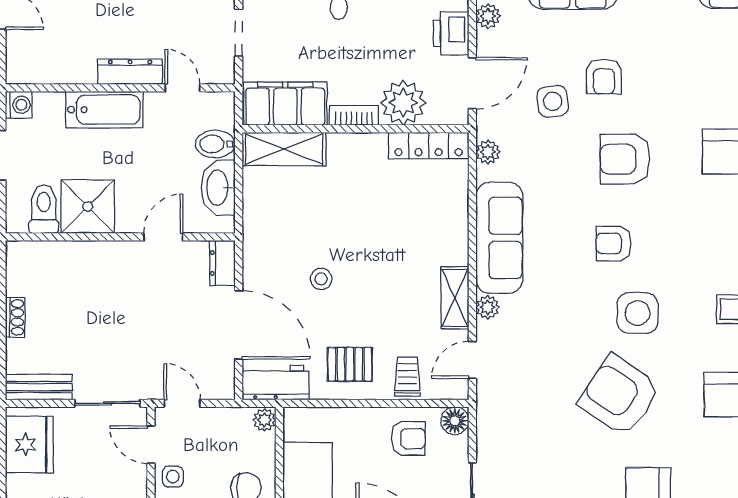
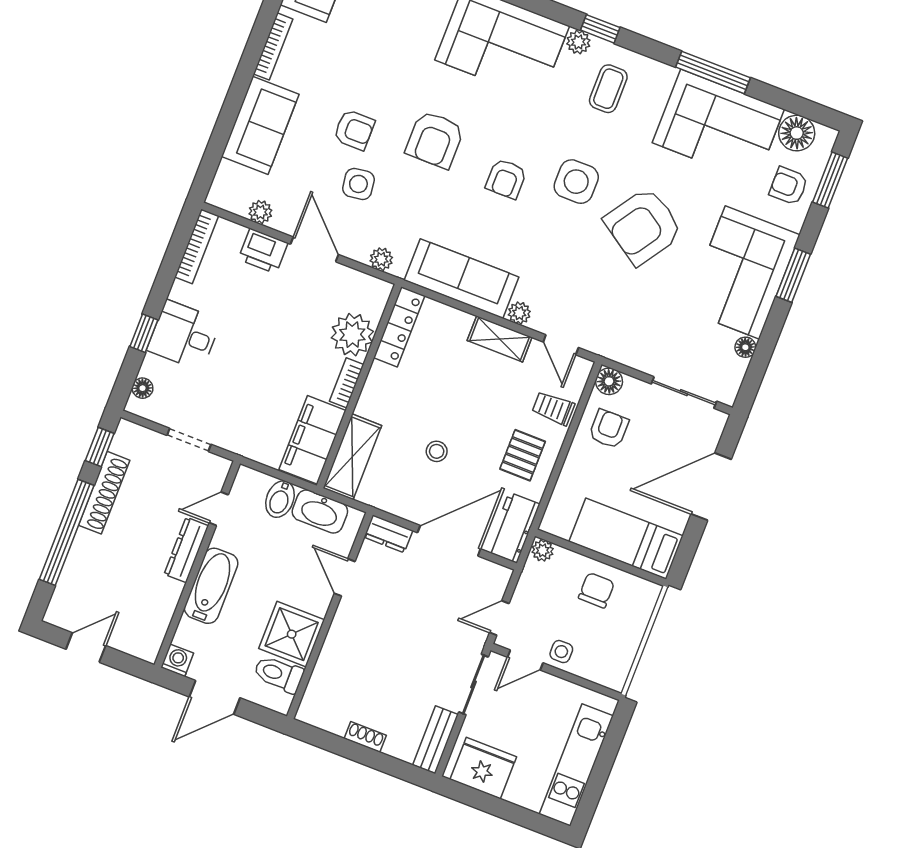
plant: (403, 103) -> (352, 335), moved
filing cabinet: (285, 104) -> (312, 440), moved
bookcase: (354, 115) -> (347, 383), moved
wall: (355, 129) -> (359, 386), moved
locker: (429, 146) -> (399, 327), moved
shelving: (284, 149) -> (352, 457), moved

